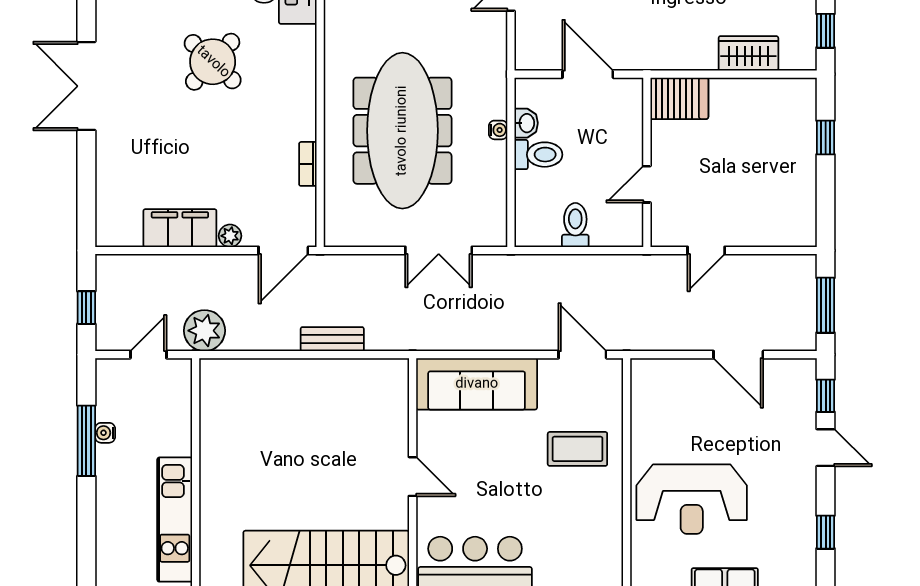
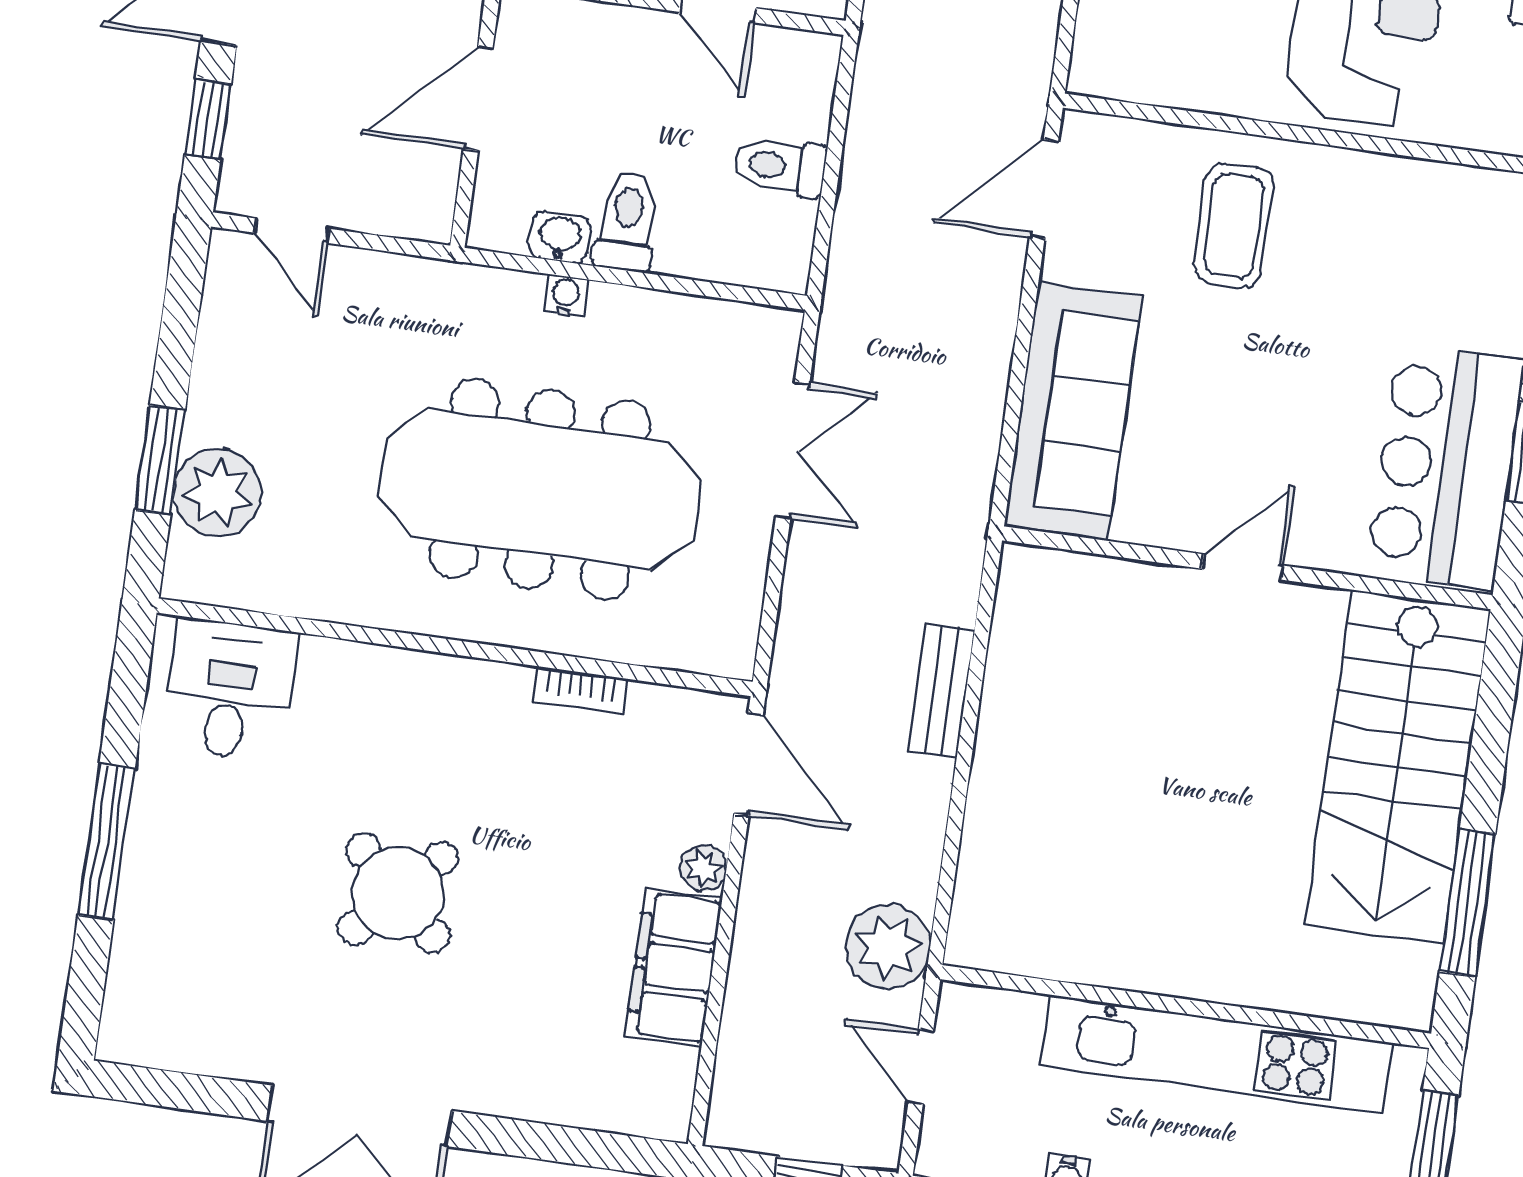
round table: (213, 62) -> (398, 893), moved
kitchen unit: (175, 520) -> (1216, 1054), width x1.36

